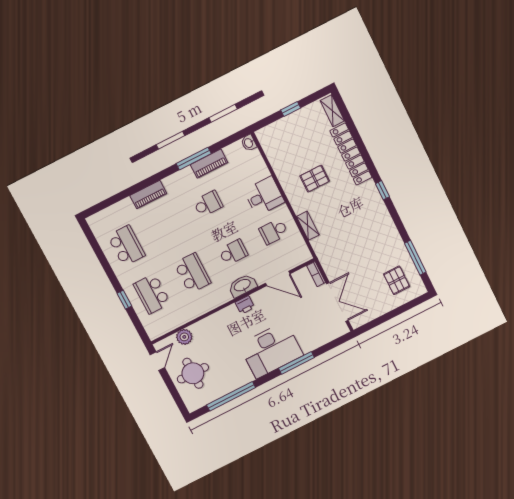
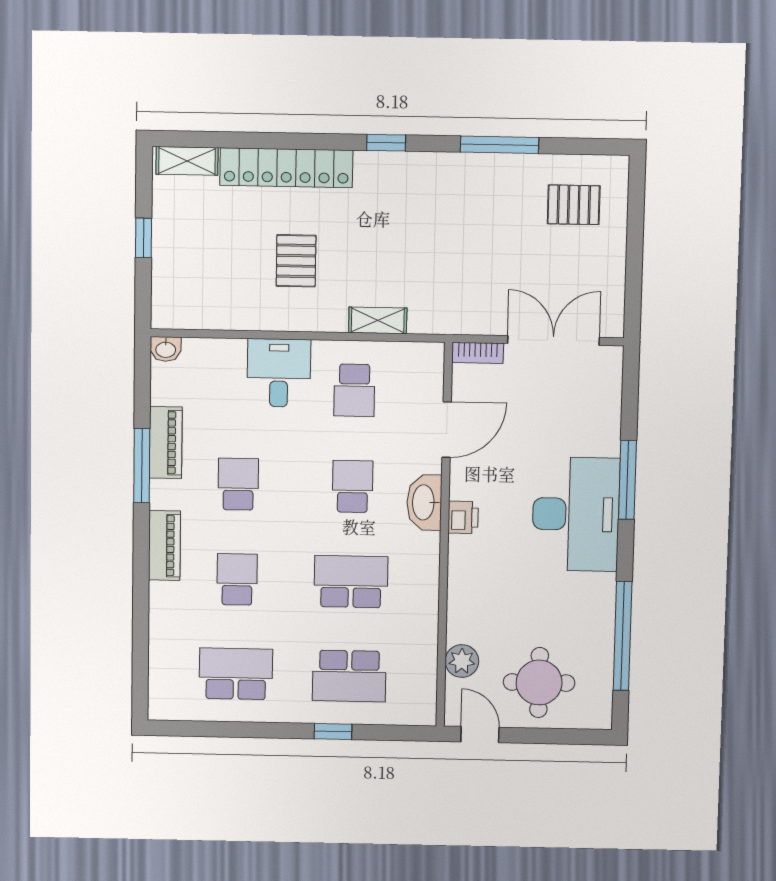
piano: (148, 195) -> (164, 545), moved
school desk: (167, 225) -> (237, 579), added
window: (415, 258) -> (499, 145), moved

